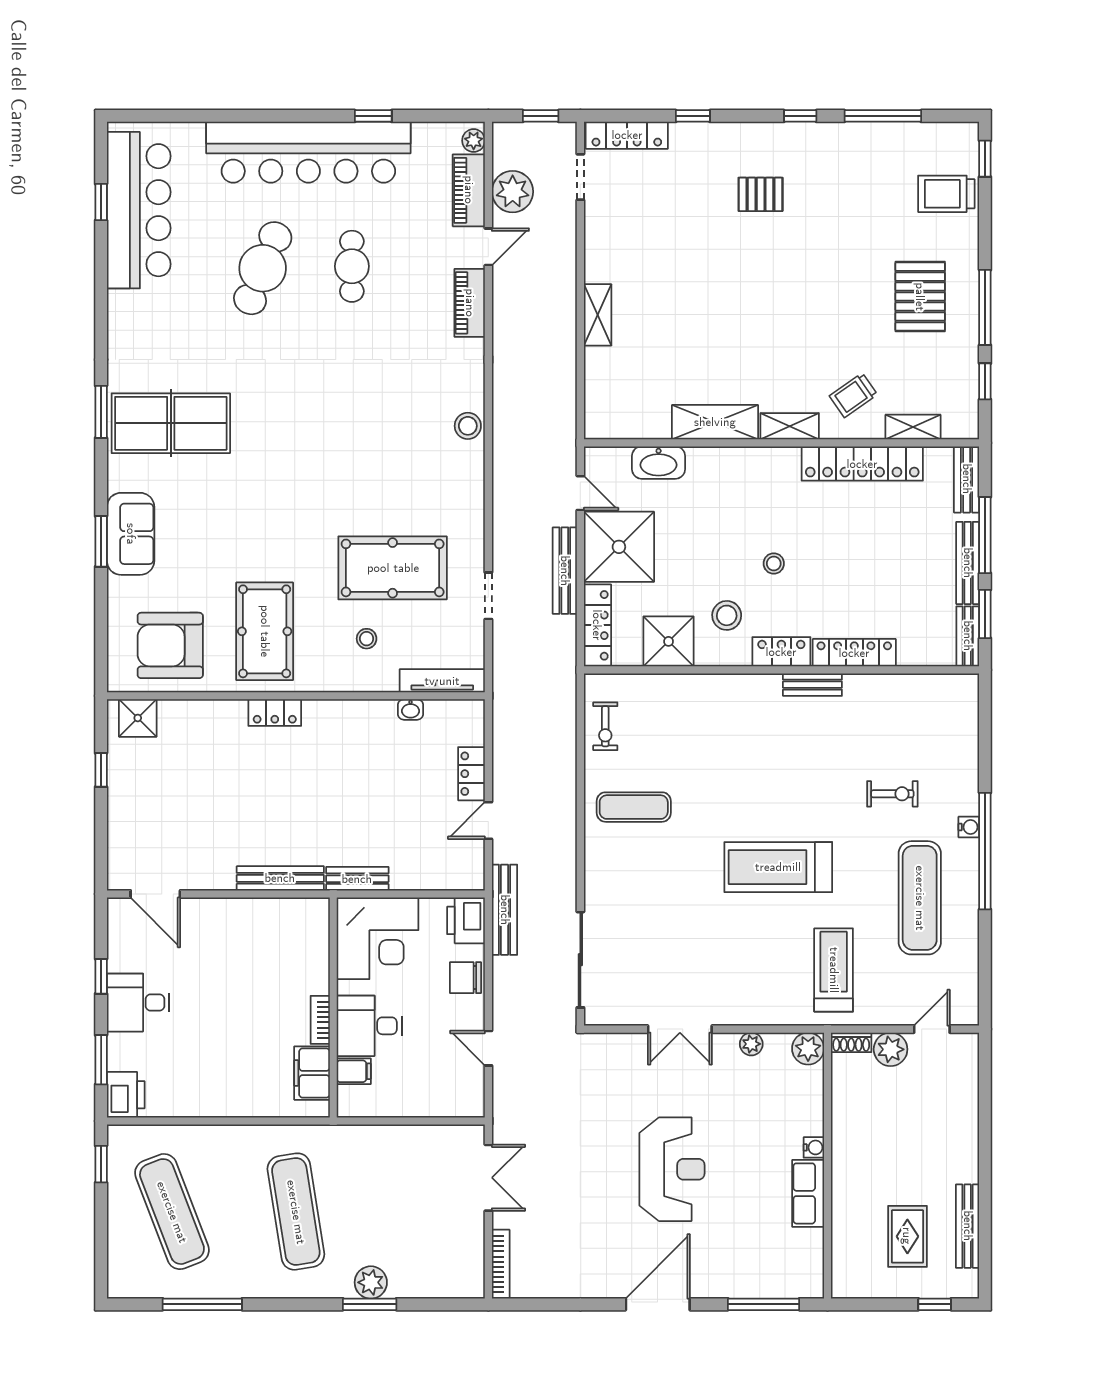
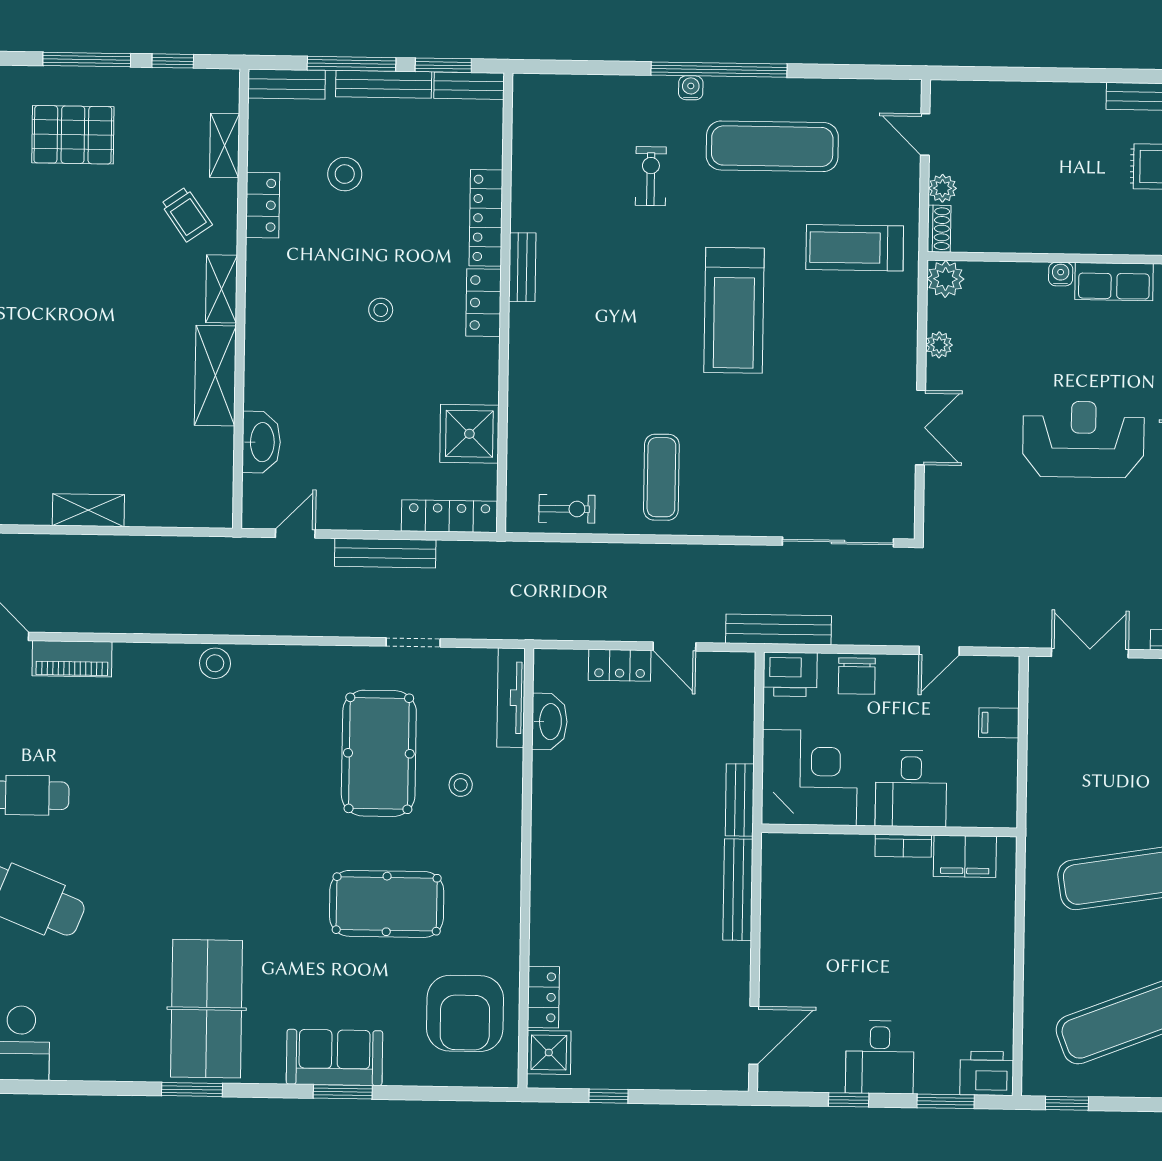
locker: (862, 464) -> (263, 205), width x0.46, depth x0.83
shower: (619, 547) -> (358, 490), removed
stool: (727, 615) -> (345, 174), moved
pool table: (265, 631) -> (387, 904), moved
washbasin: (411, 709) -> (549, 722), width x1.91, depth x1.45
locker: (275, 713) -> (543, 997), moved
plant: (891, 1049) -> (942, 188), width x0.73, depth x0.73
filing cabinet: (354, 1071) -> (999, 723), moved, turned -90

